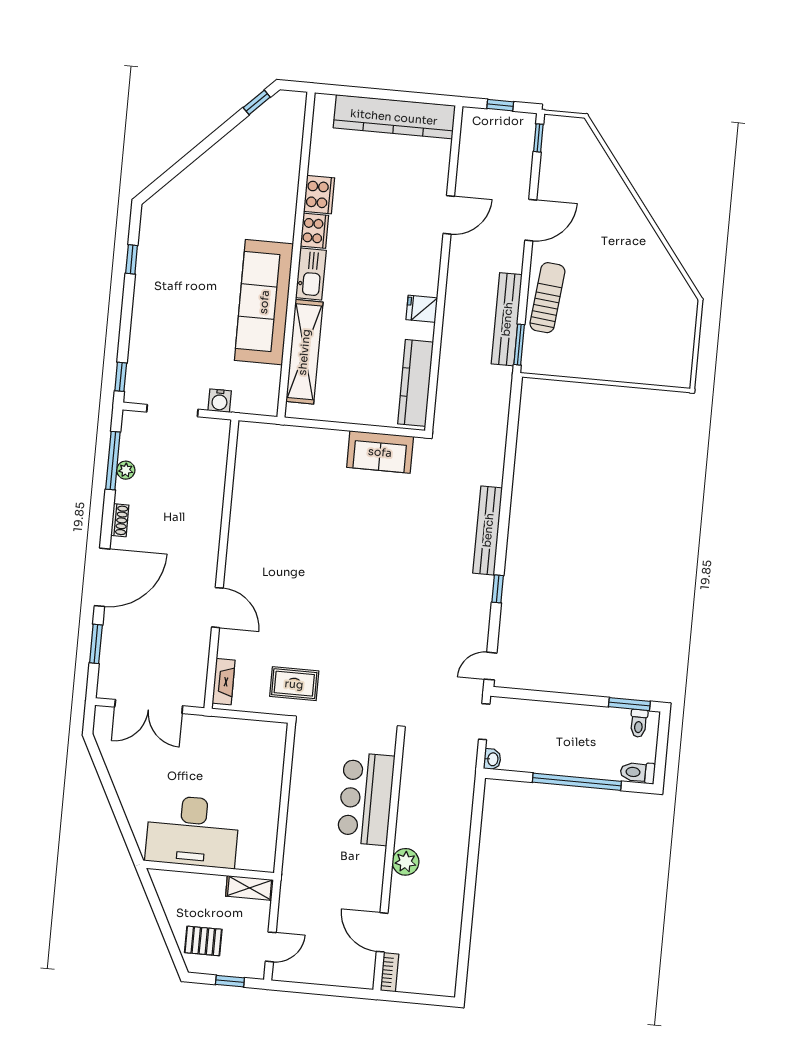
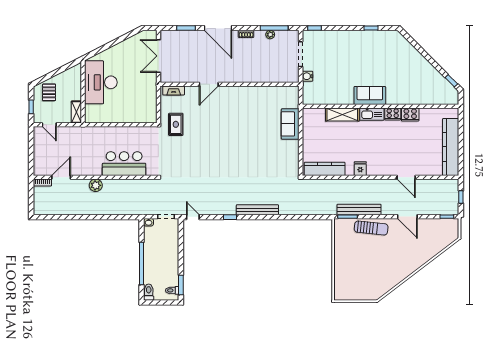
sofa: (264, 302) -> (370, 95), width x0.54, depth x0.79
shelving: (304, 352) -> (342, 115), width x0.68
sofa: (380, 452) -> (290, 124), moved

